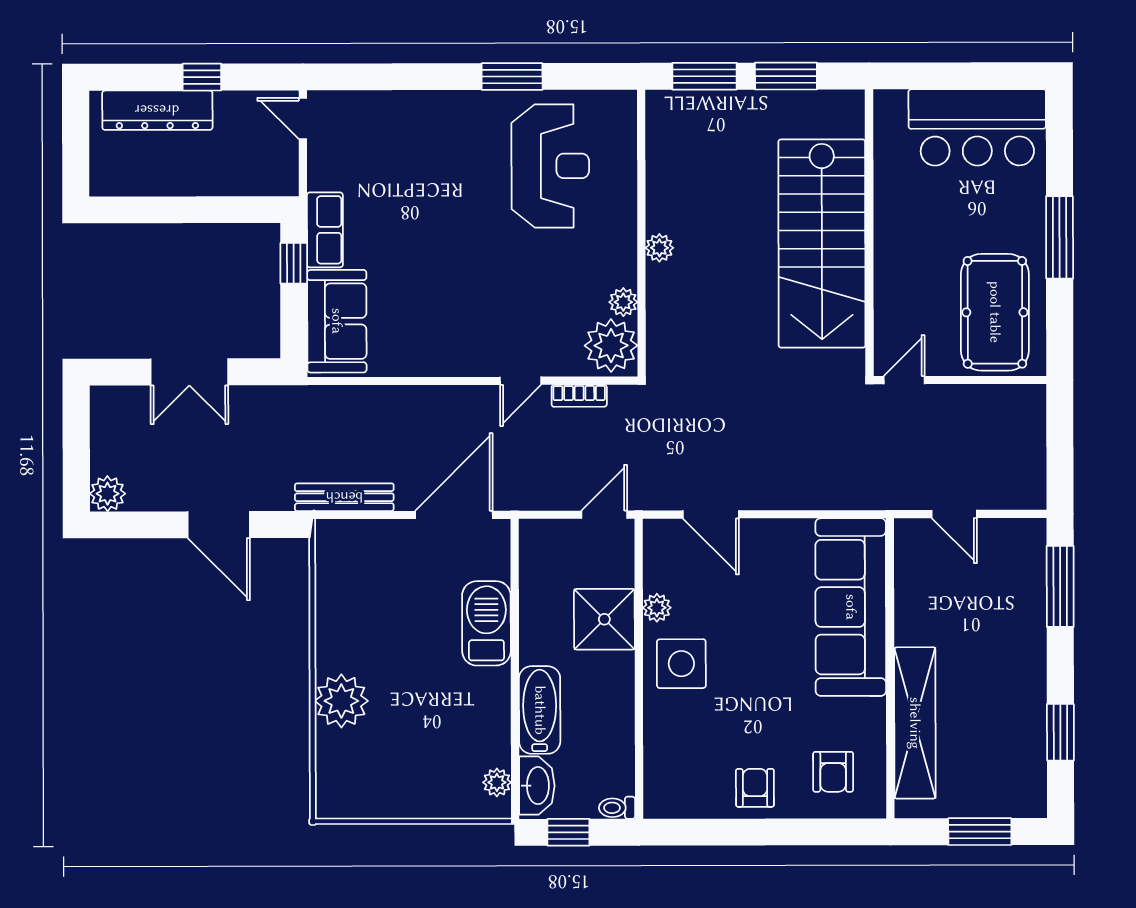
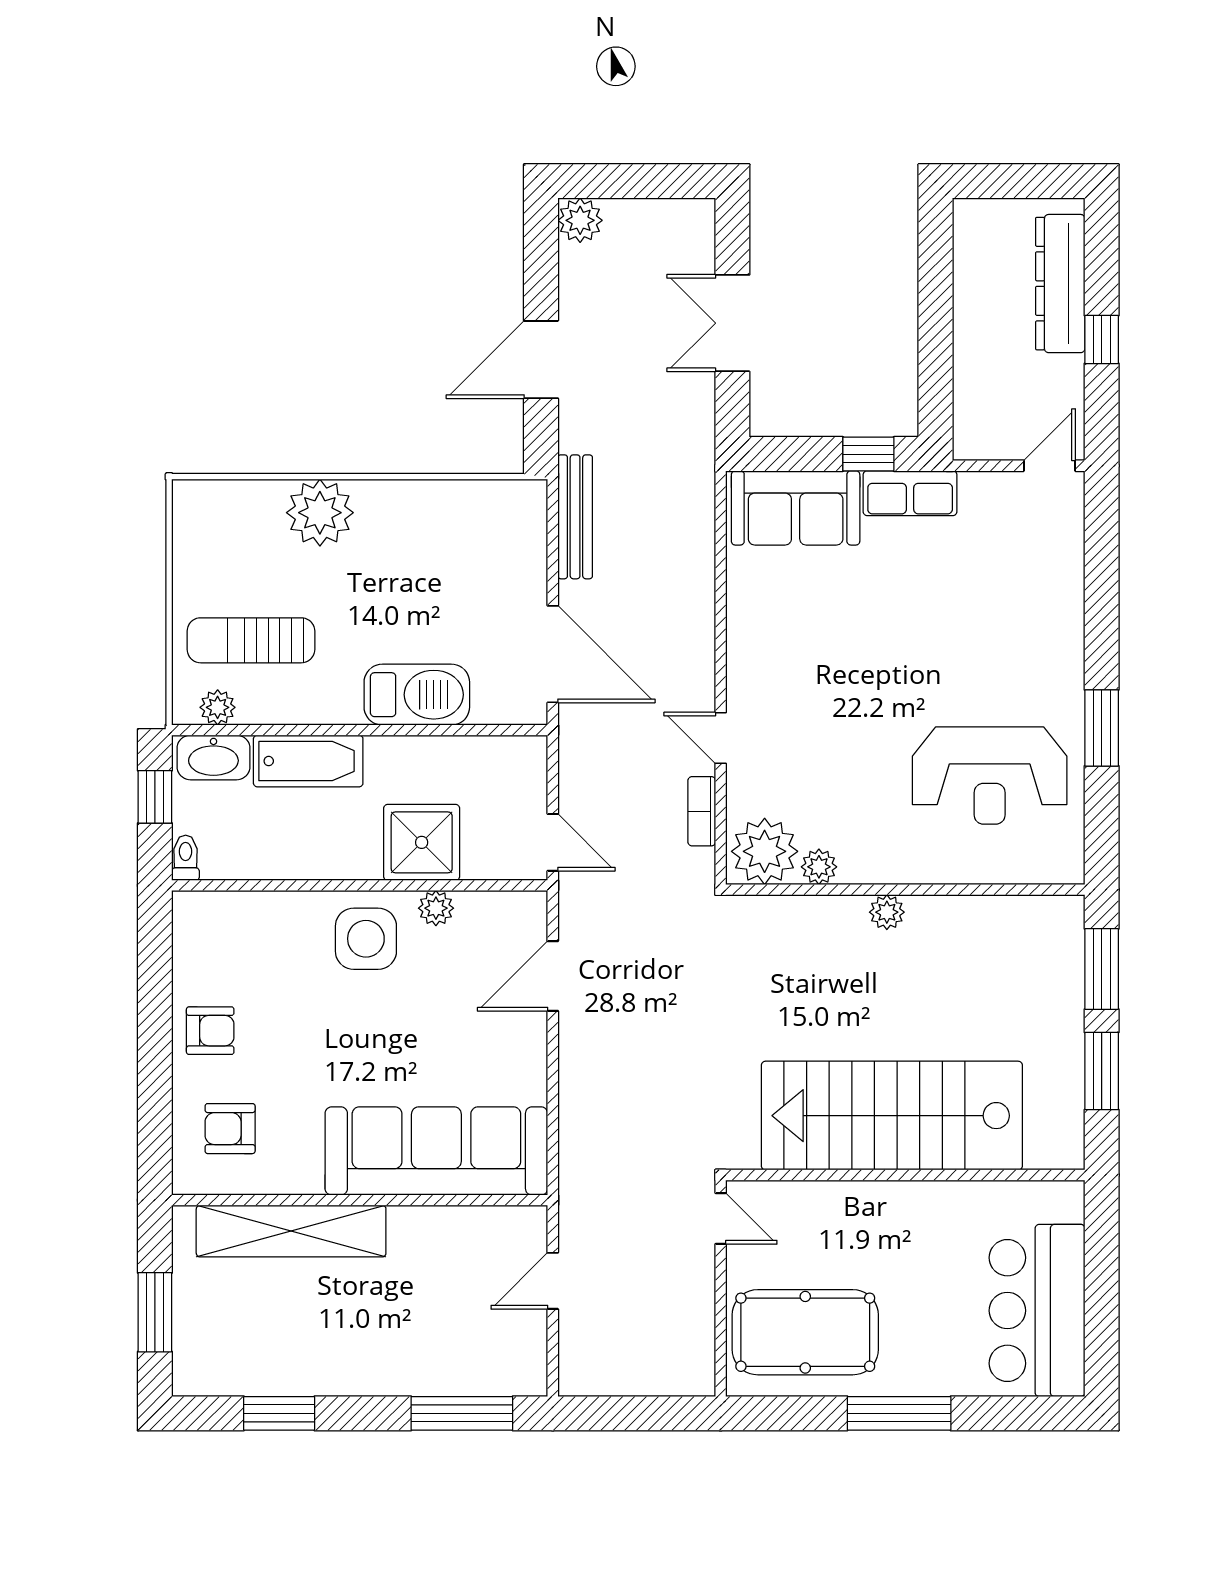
sun lounger: (443, 756) -> (251, 640), added

